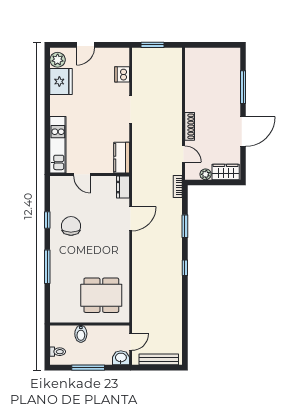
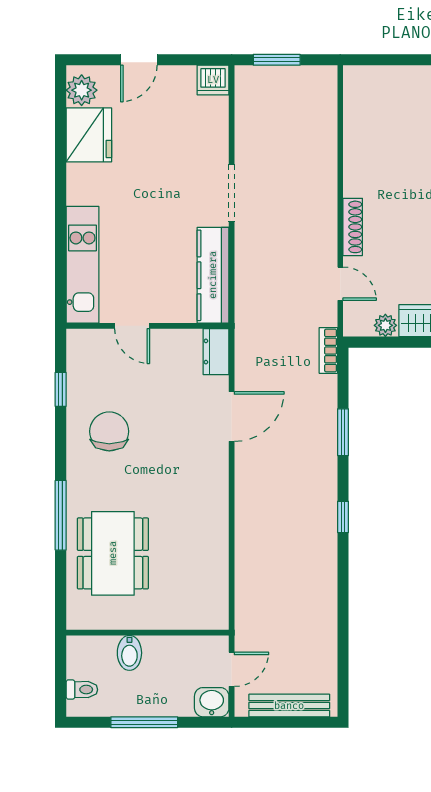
dishwasher: (122, 74) -> (213, 80), moved, turned -90
kitchen counter: (122, 158) -> (213, 275), width x1.50
window: (47, 220) -> (61, 389), moved
dining table: (101, 295) -> (113, 553), moved, turned 90

